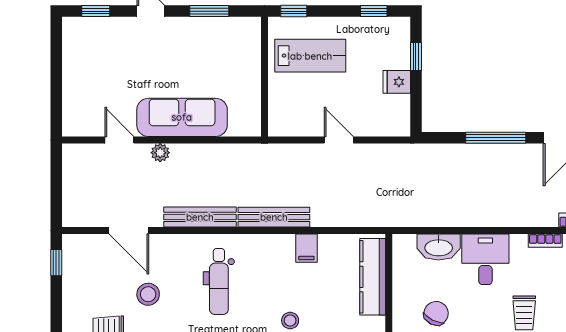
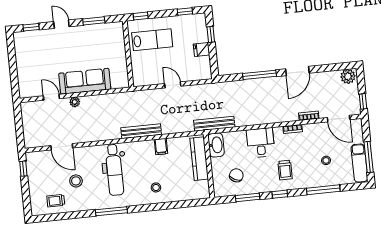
bench: (200, 217) -> (214, 124), moved
washbasin: (439, 247) -> (216, 145), moved, turned -90
dental chair: (219, 282) -> (114, 170), width x1.36, depth x1.38

